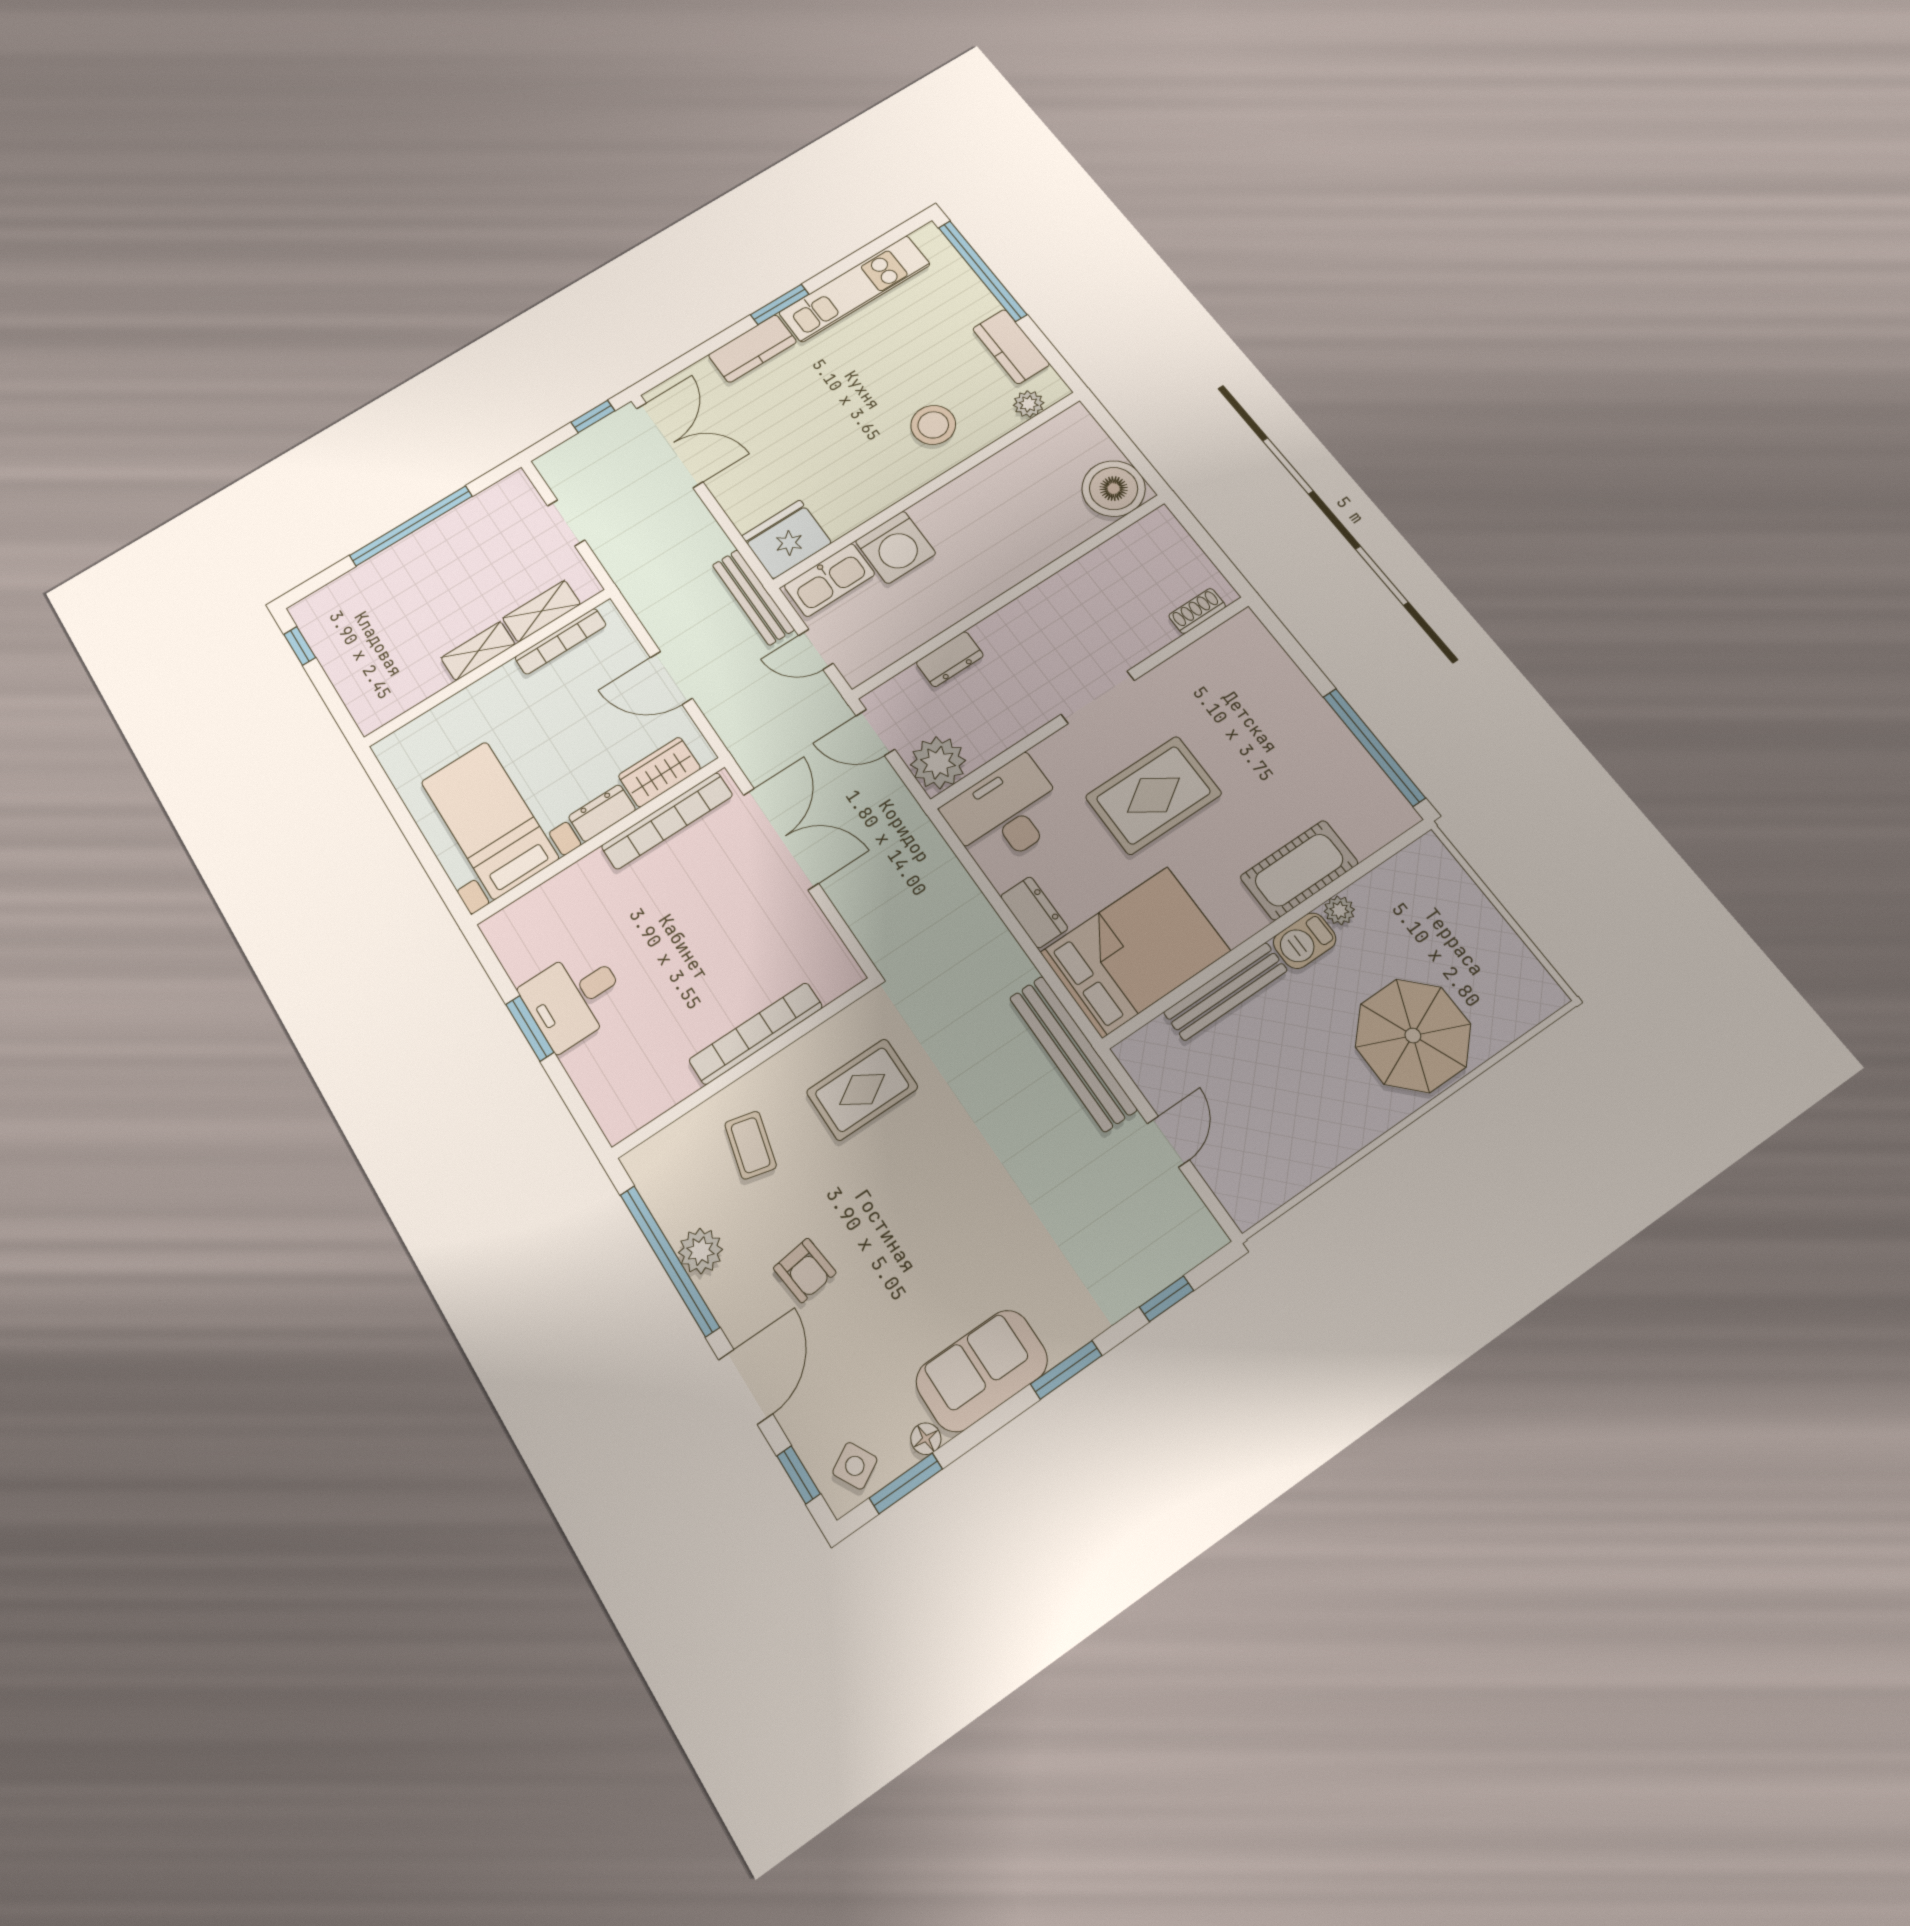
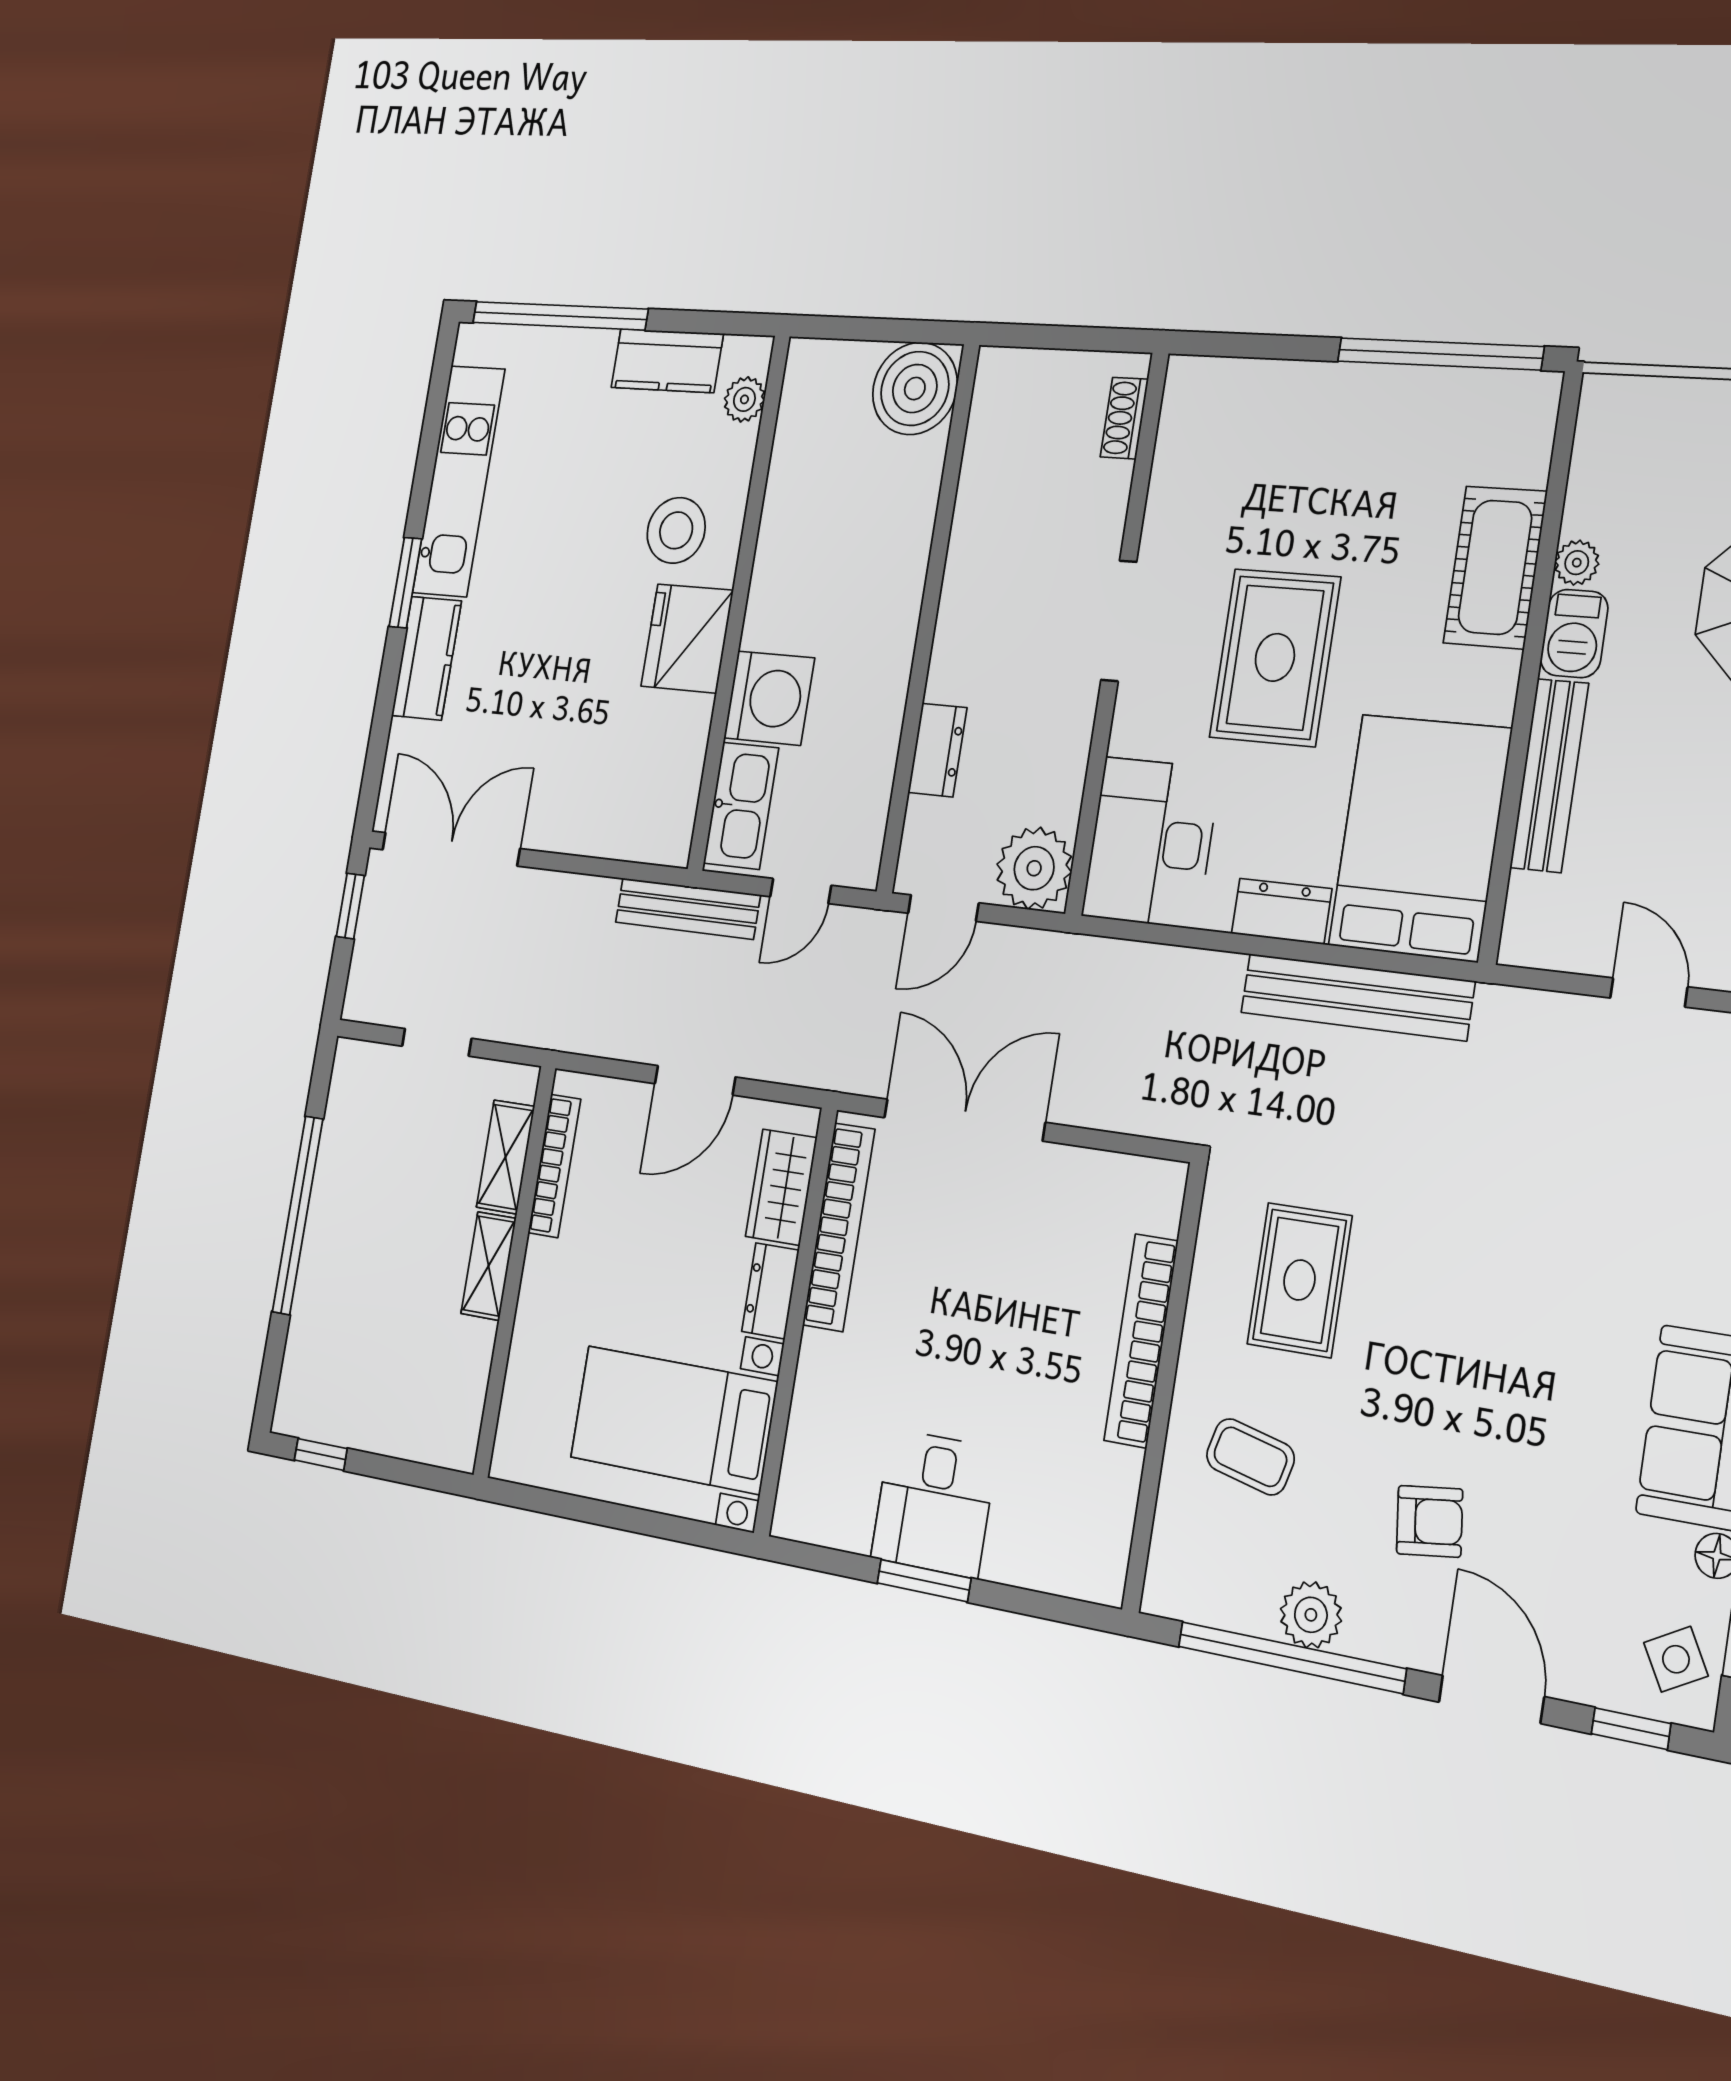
fridge: (787, 539) -> (687, 638), moved
bench: (1073, 1053) -> (1357, 997), moved

